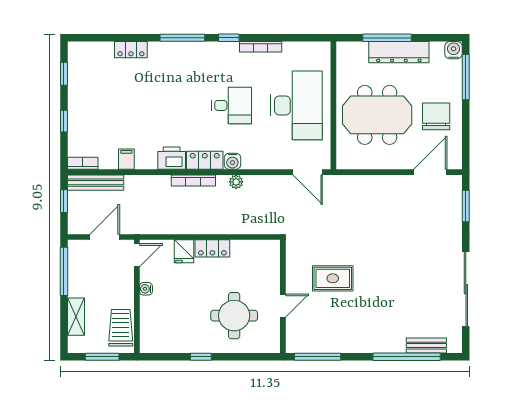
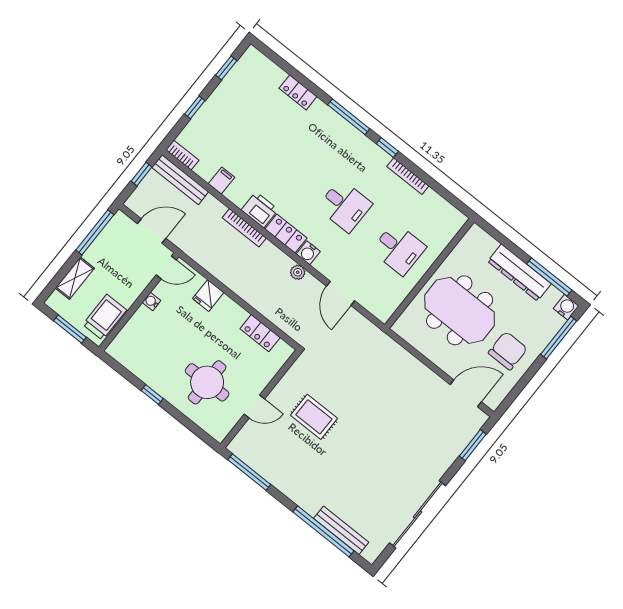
window: (387, 38) -> (549, 277), moved
desk: (296, 105) -> (399, 249), width x0.53, depth x0.77
door: (308, 172) -> (341, 293), moved
bookcase: (193, 180) -> (244, 228), moved
locker: (212, 248) -> (260, 333), moved
bench: (426, 346) -> (341, 530), width x1.36

